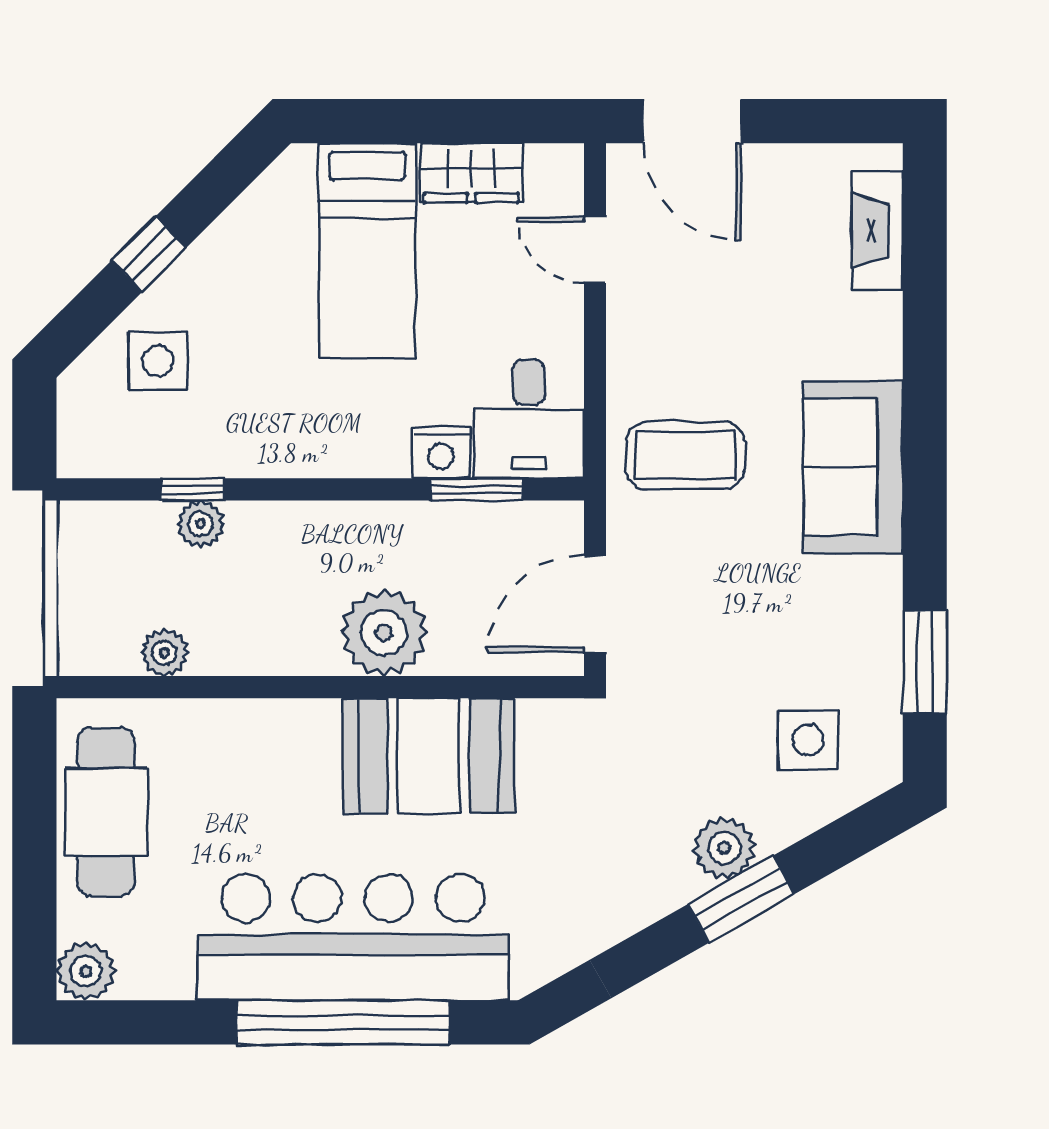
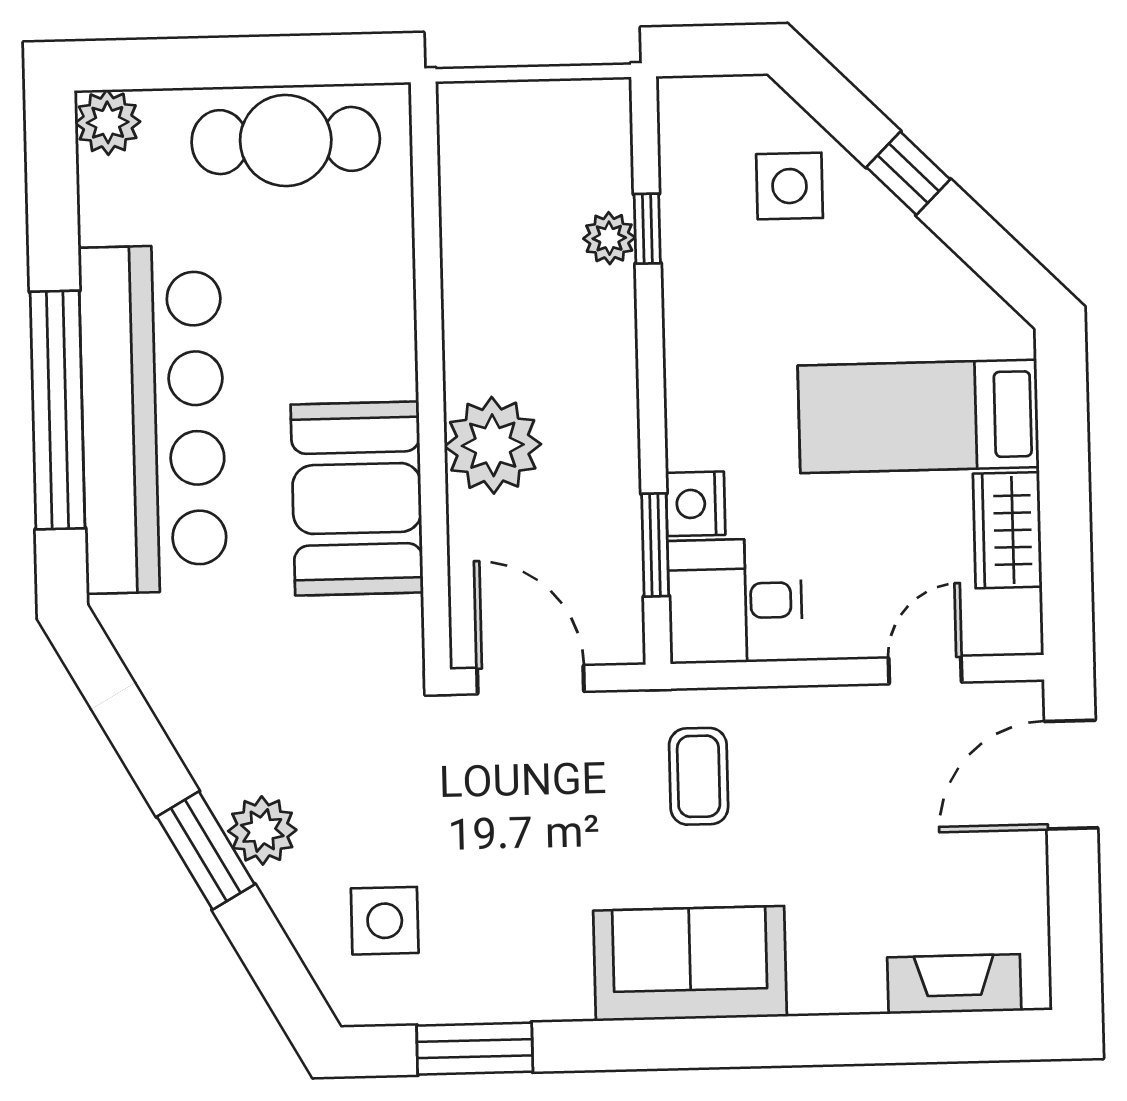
coffee table: (685, 455) -> (699, 776), width x0.73, depth x0.77
plant: (164, 653) -> (464, 201), removed

